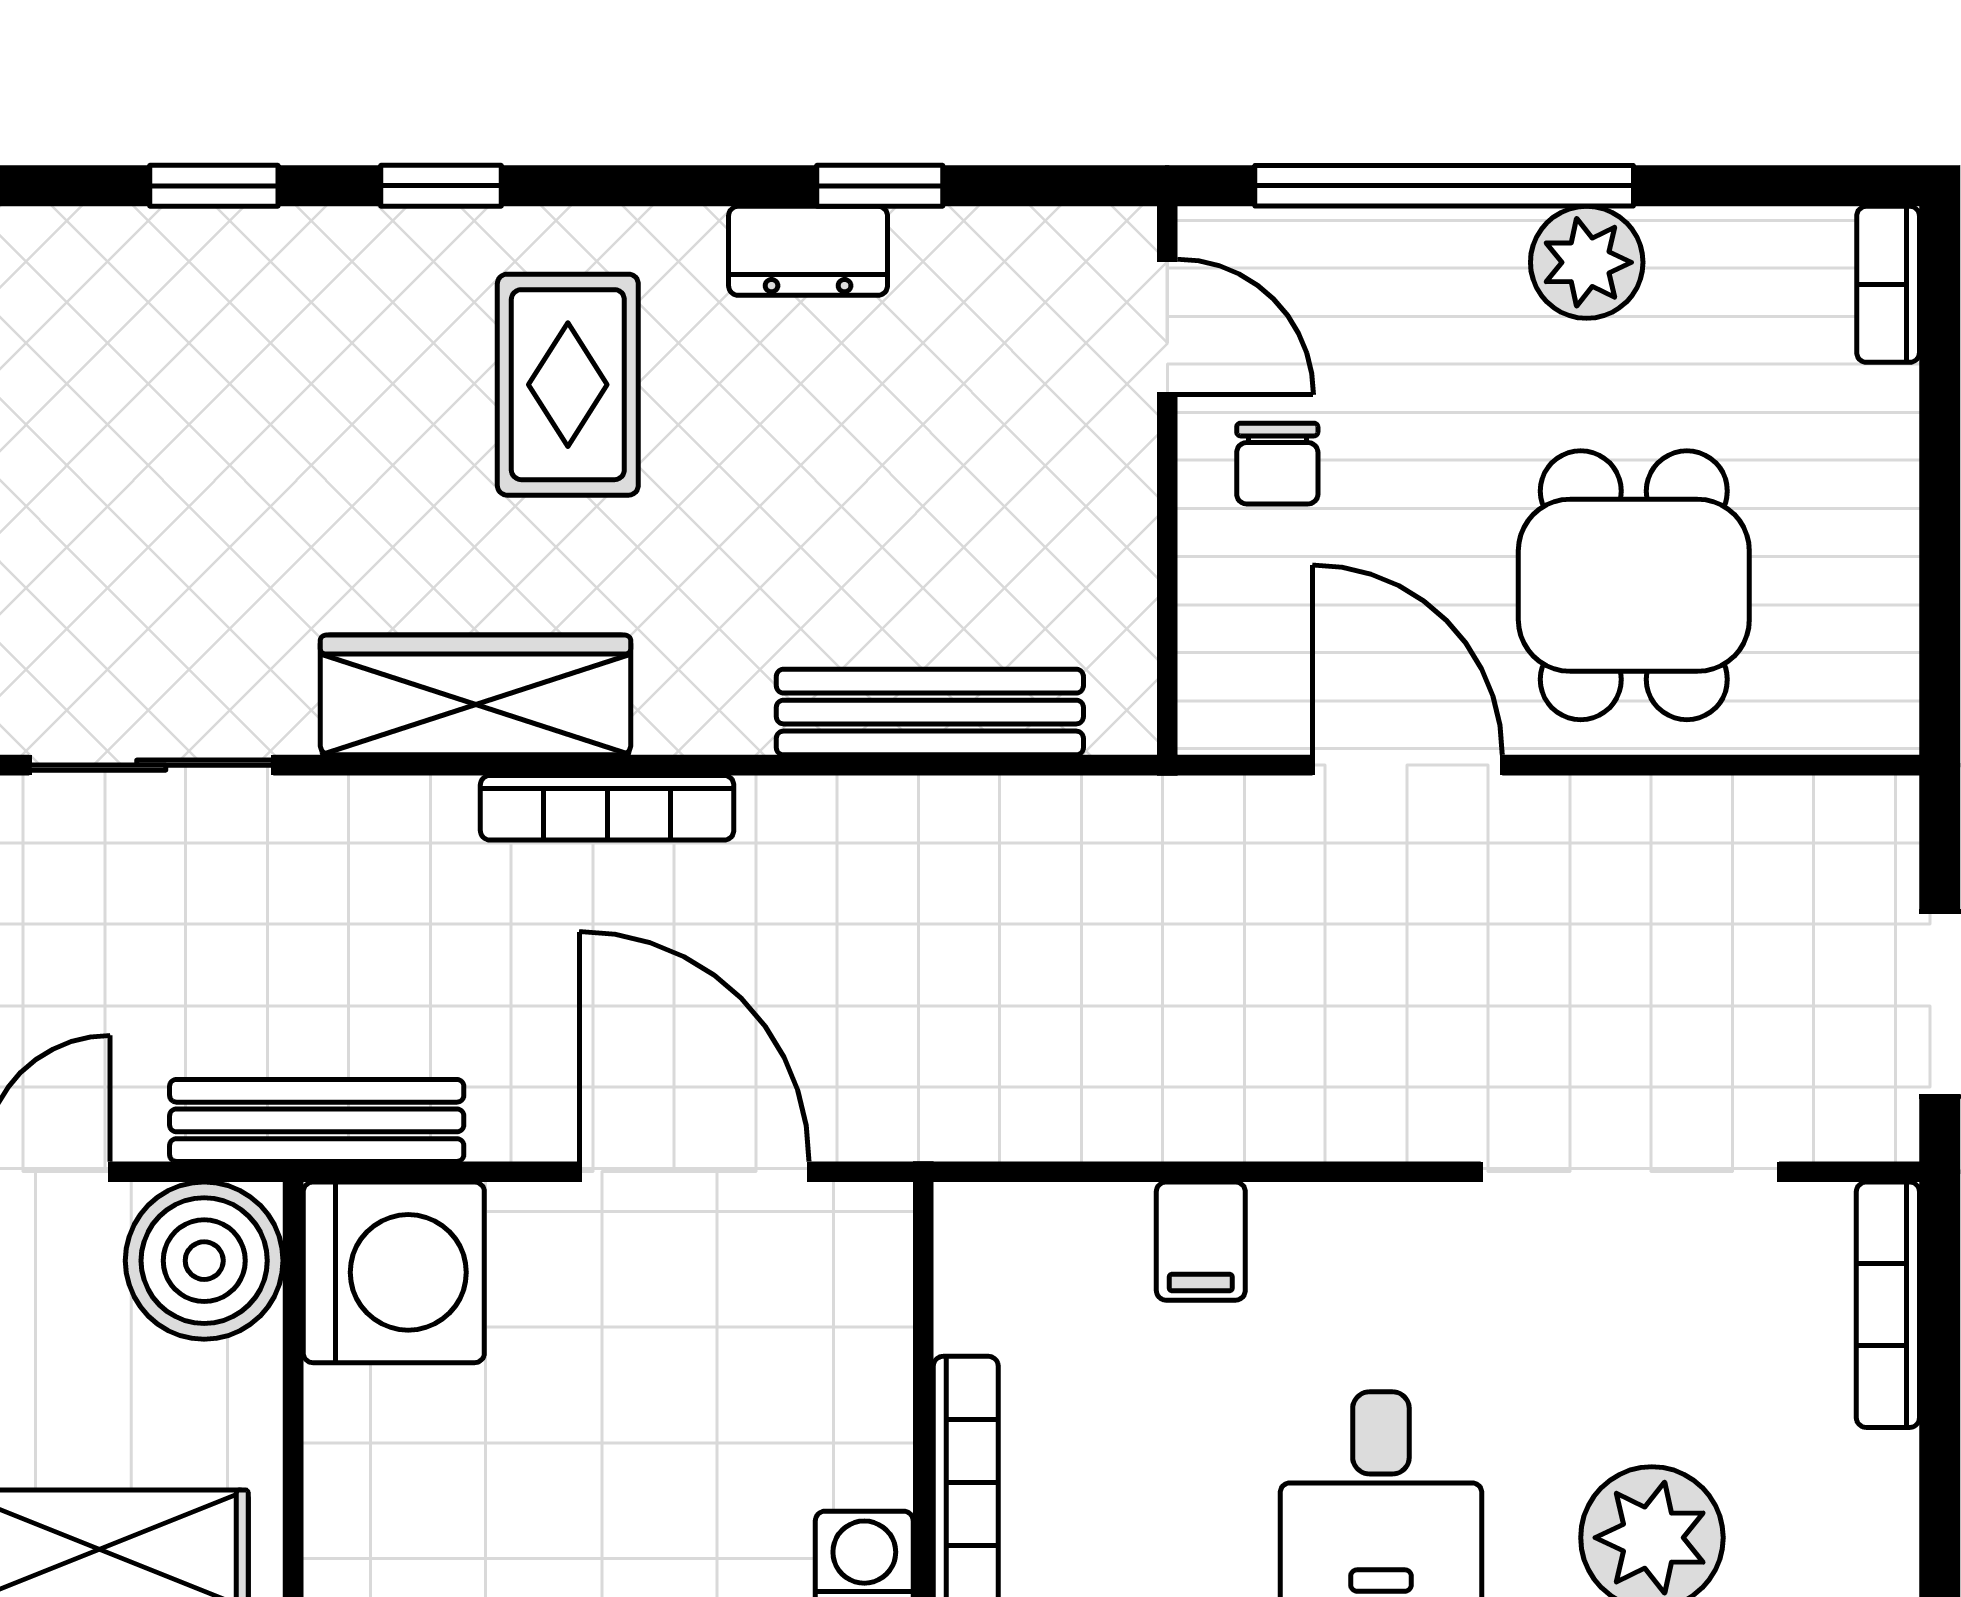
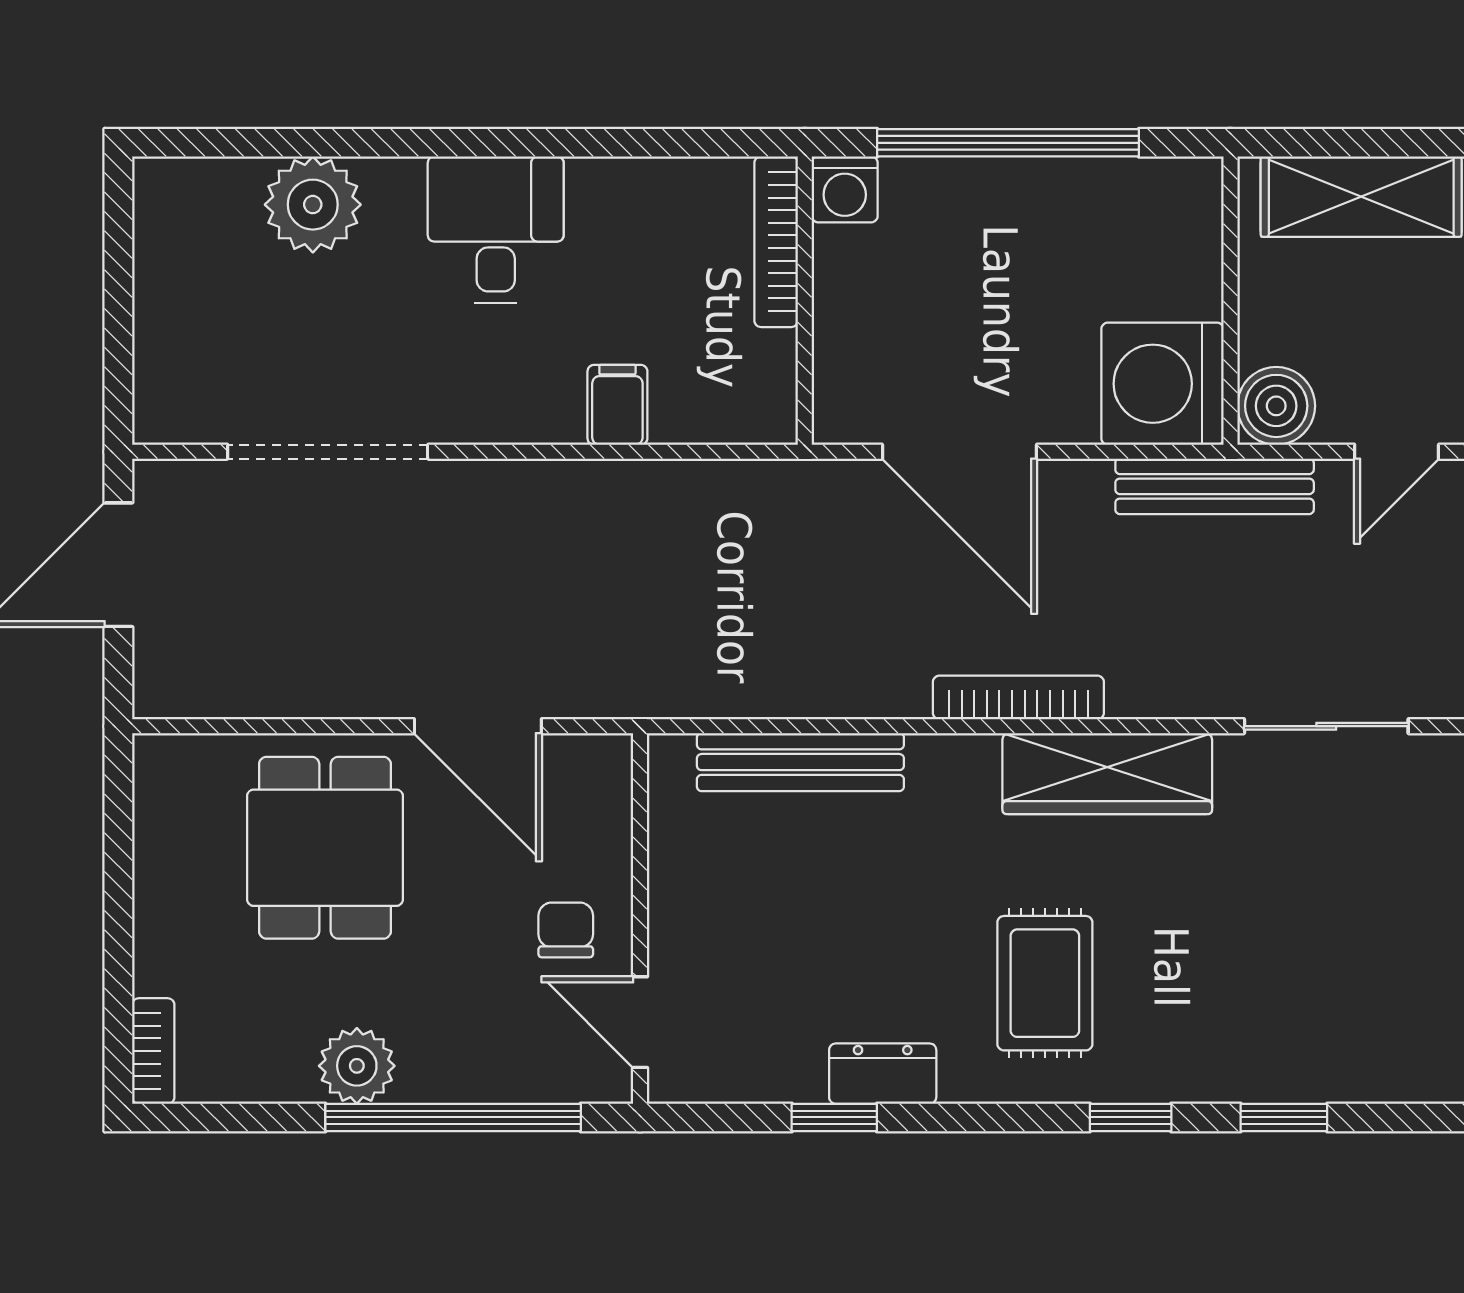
boiler: (204, 1261) -> (1276, 406), width x0.73, depth x0.73
bookcase: (1888, 1305) -> (153, 362), removed

